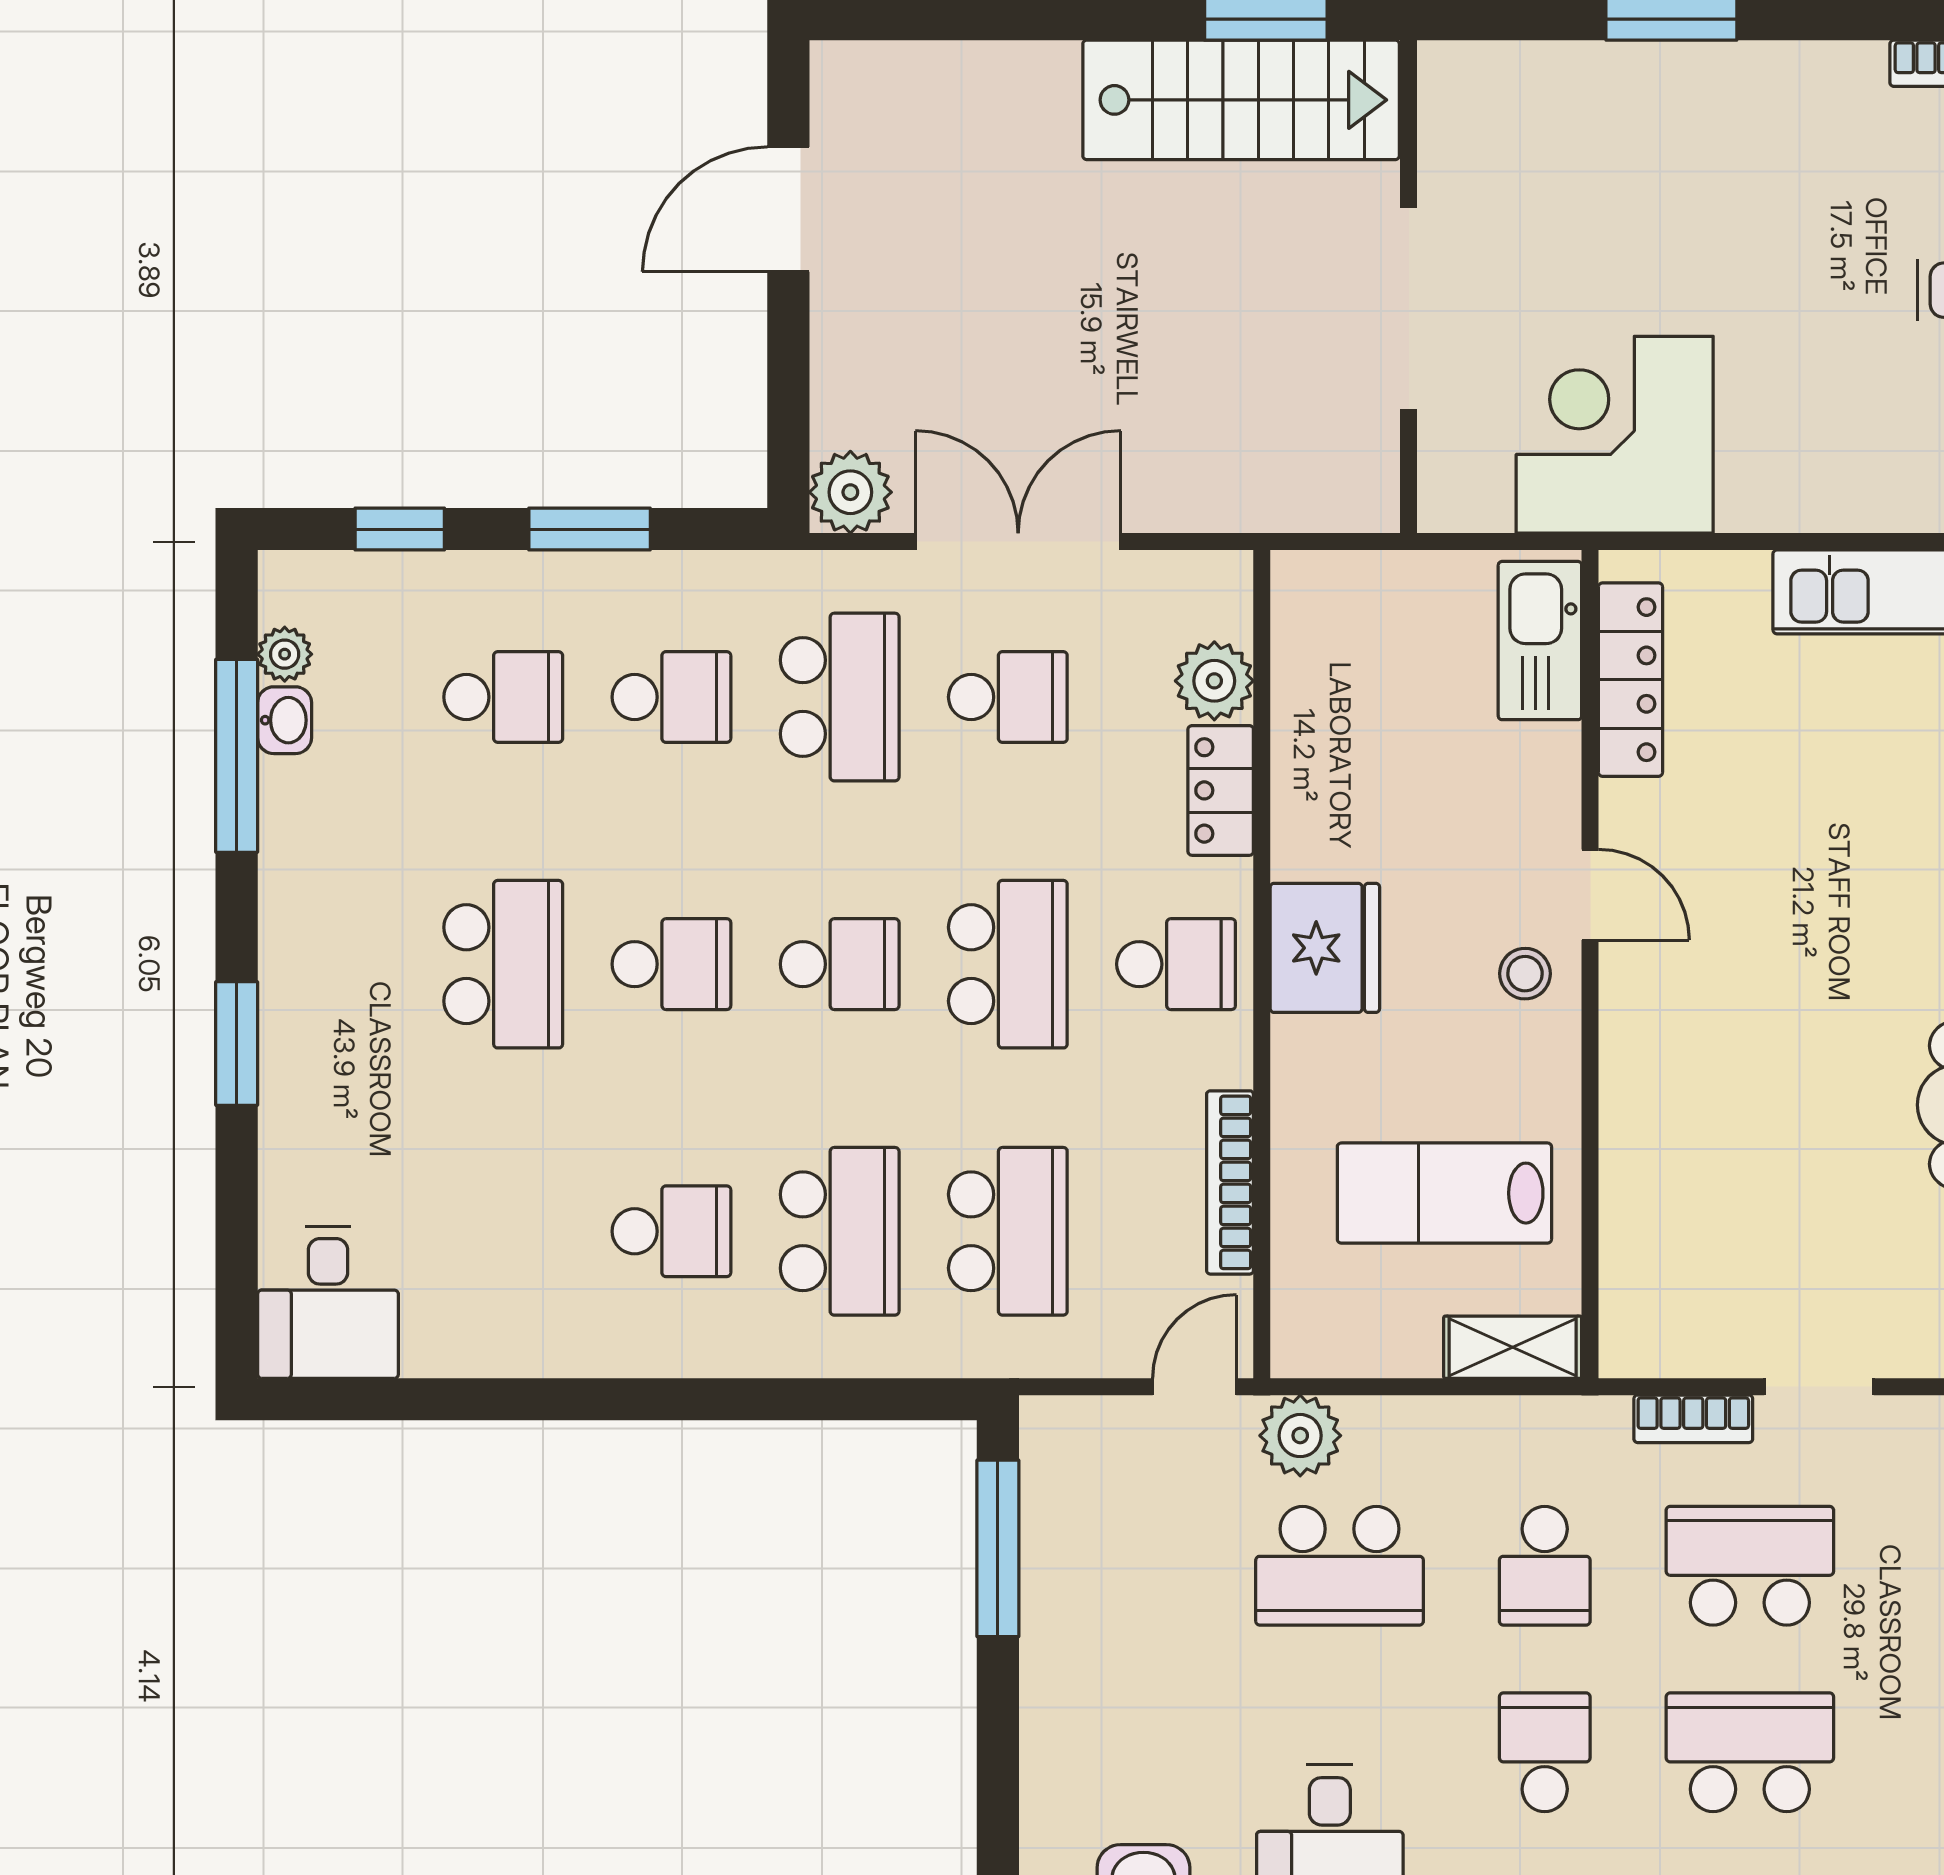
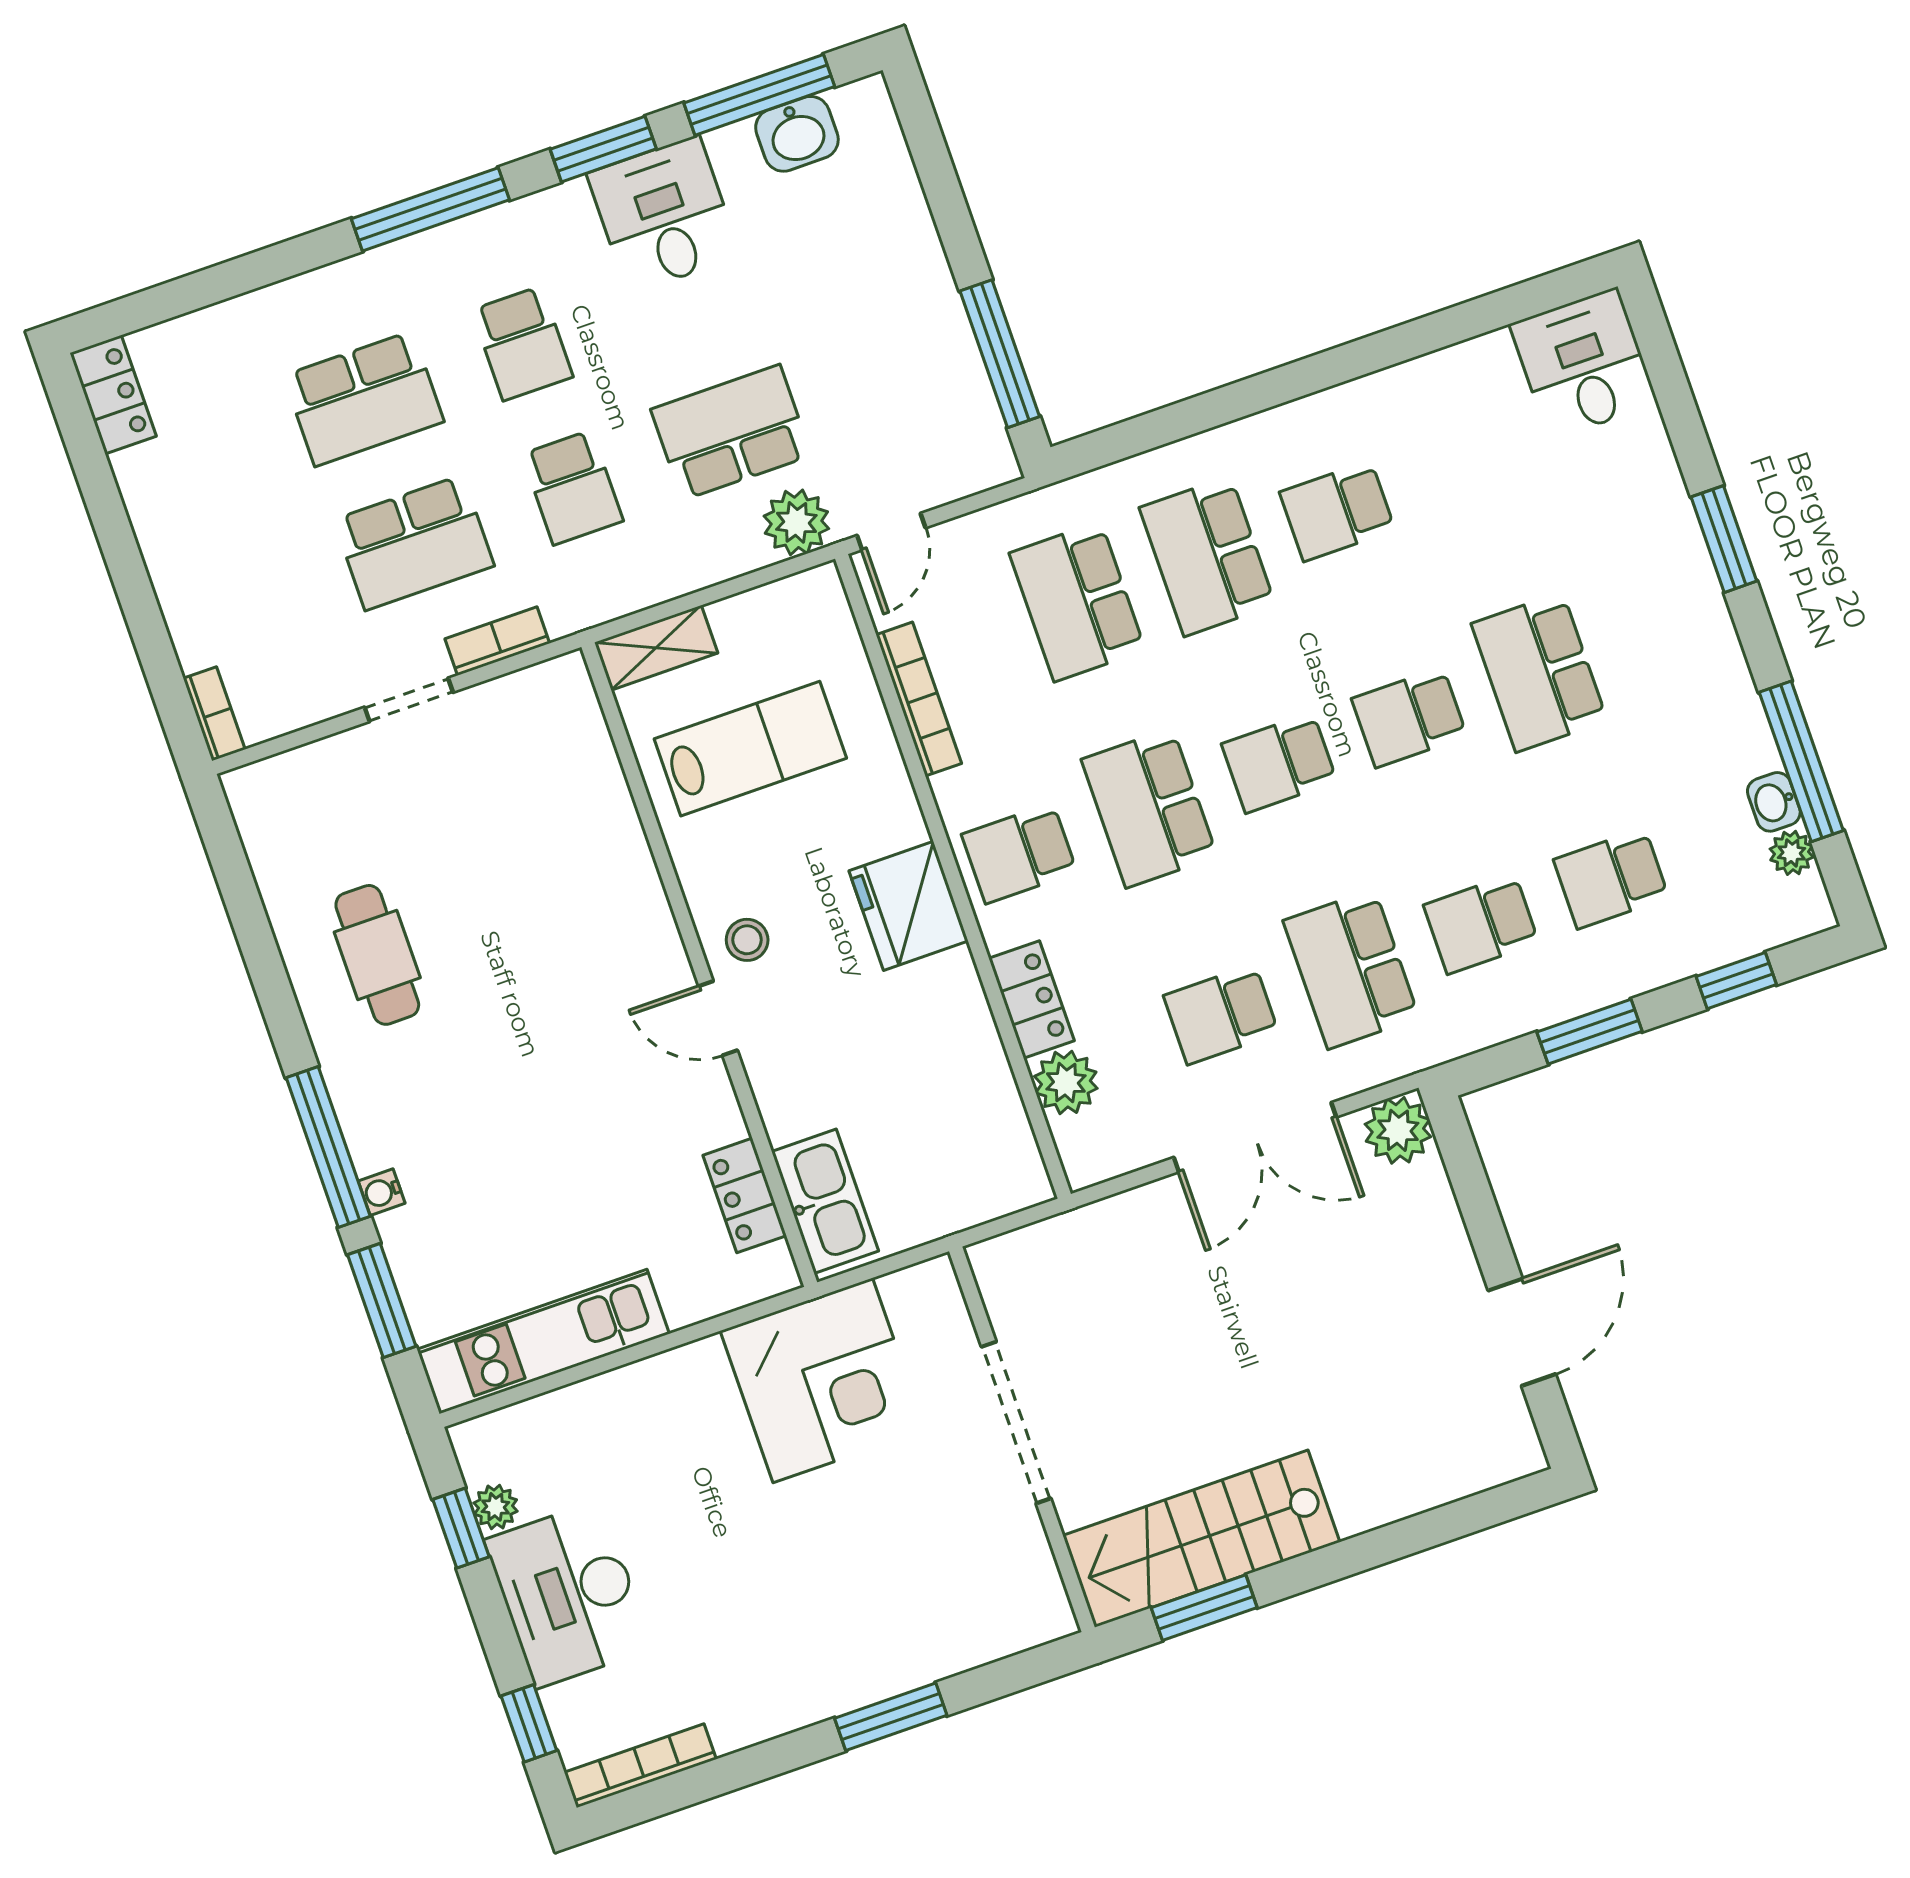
locker: (1631, 680) -> (745, 1195), width x0.66
school desk: (1545, 1566) -> (572, 488), turned 180

